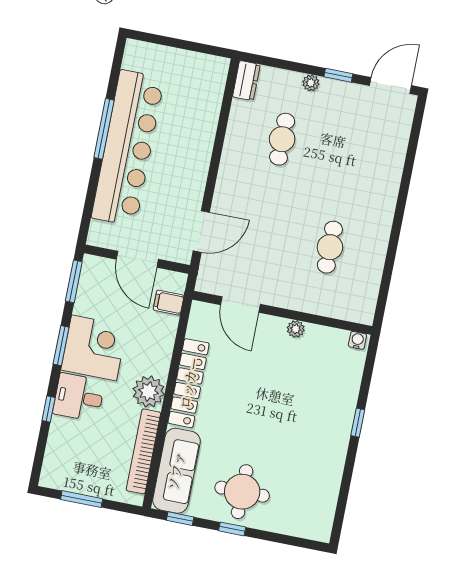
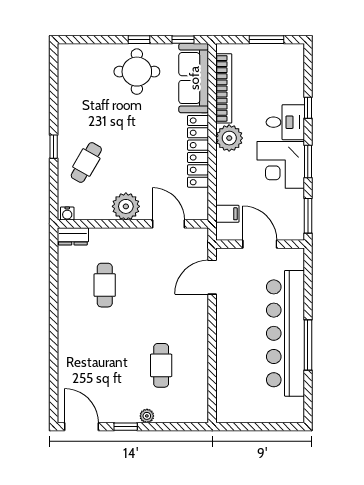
dresser: (246, 81) -> (73, 236), moved, turned -90
door: (390, 86) -> (81, 427), swing flipped
plant: (296, 329) -> (126, 206), width x1.88, depth x1.88
cafe table: (323, 396) -> (86, 162), added

